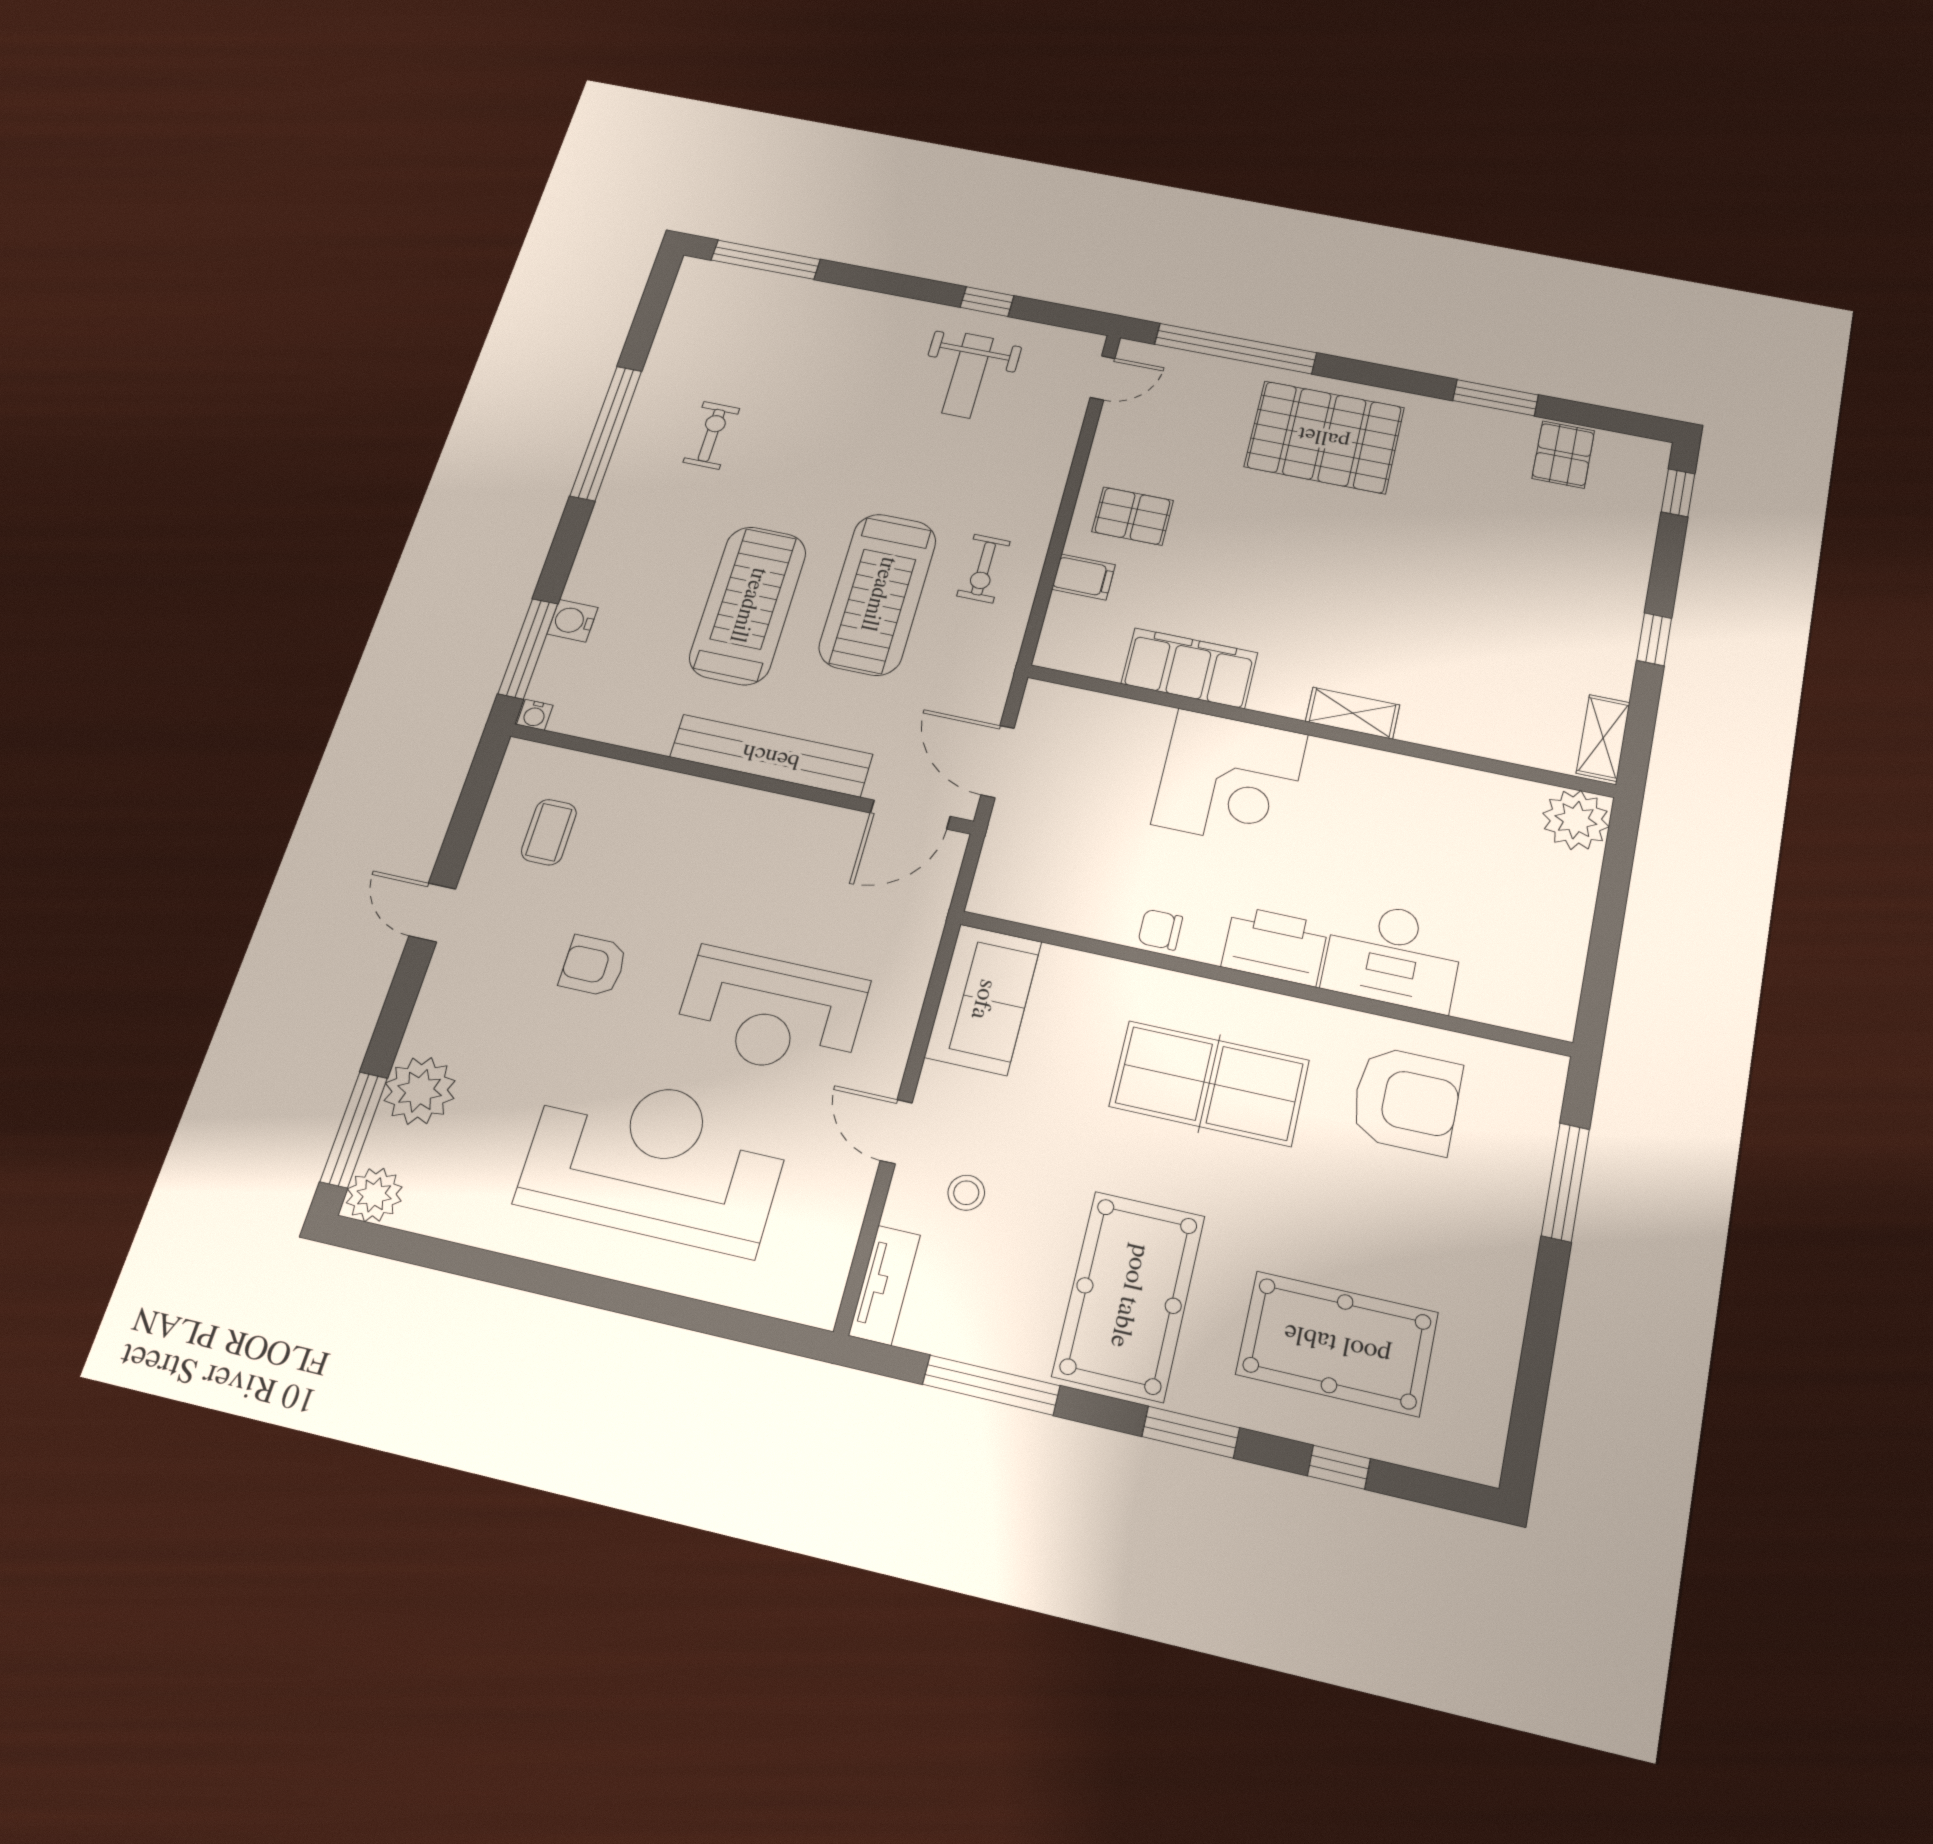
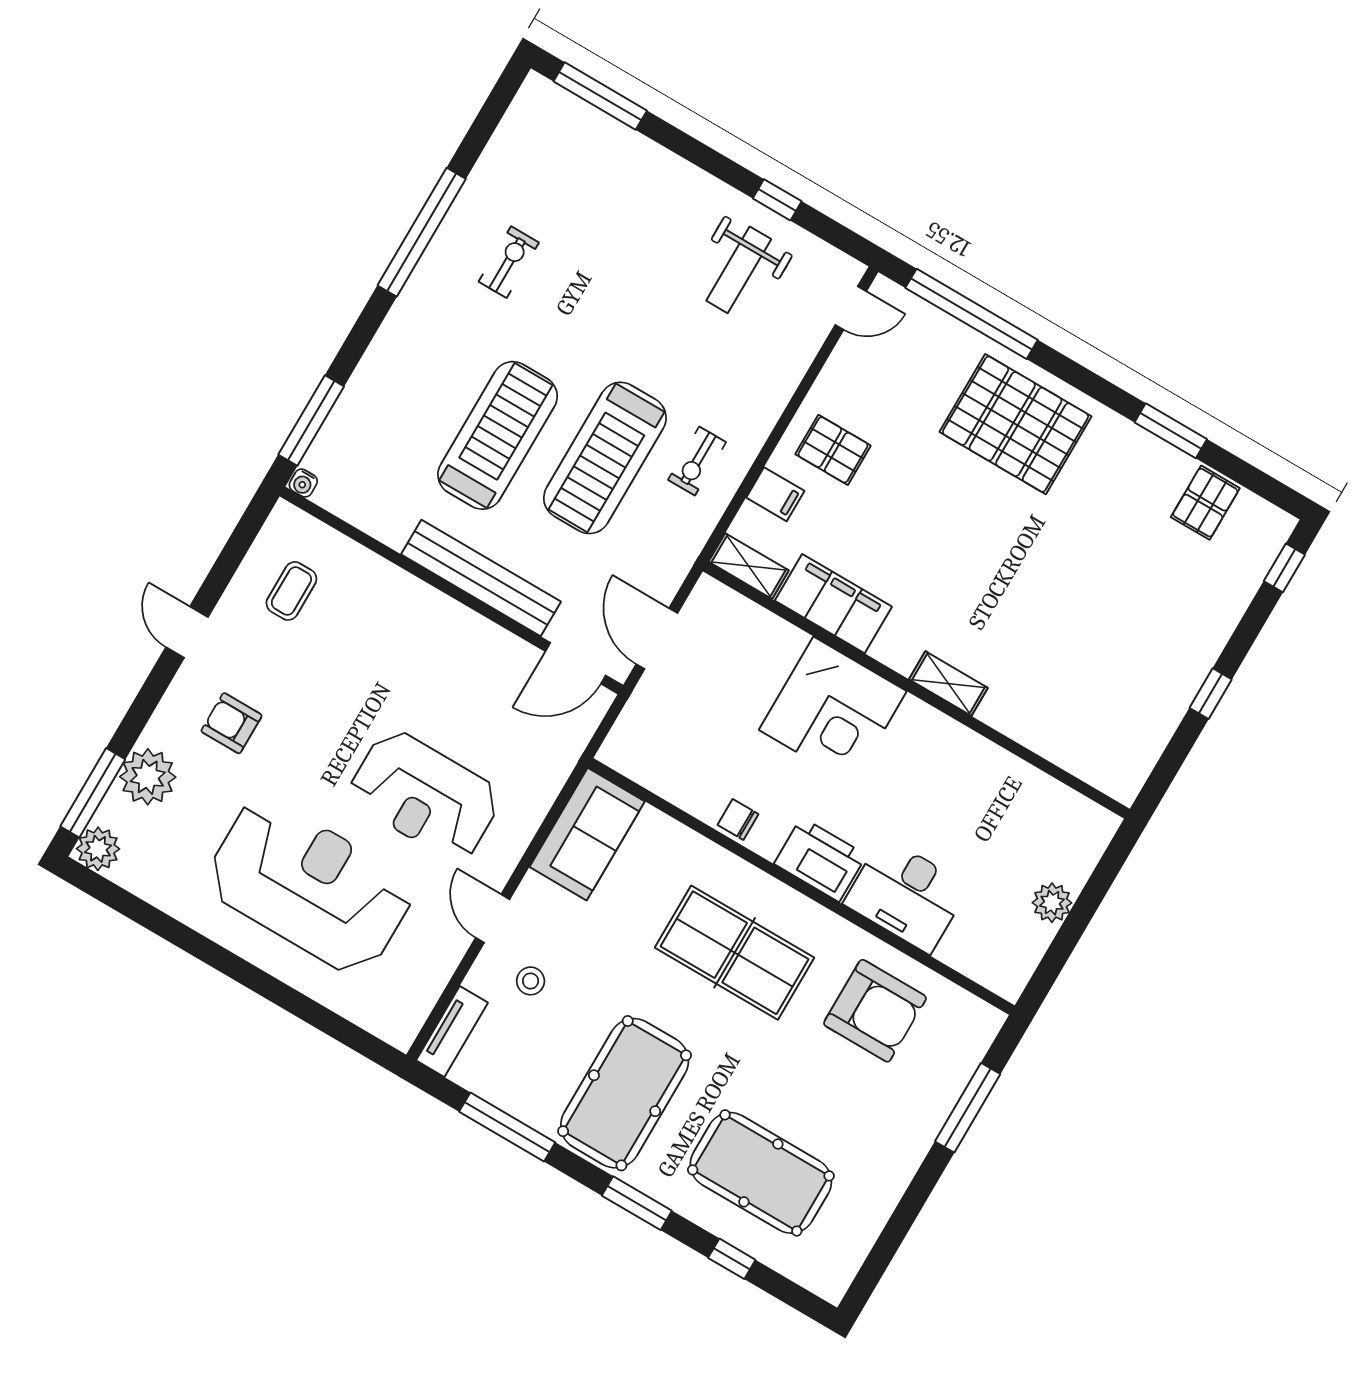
water cooler: (573, 621) -> (353, 406), removed
shelving: (1603, 738) -> (749, 566), moved, turned 90
plant: (1576, 820) -> (1052, 903), moved, width x0.73, depth x0.73
armchair: (593, 966) -> (232, 723), moved

